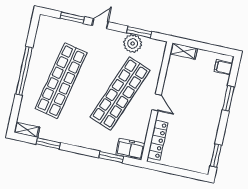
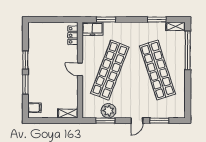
window: (24, 71) -> (188, 50), moved
shop shelf: (61, 81) -> (157, 70), turned -30
locker: (158, 140) -> (73, 35), width x0.66
window: (216, 156) -> (25, 60), moved

